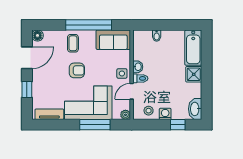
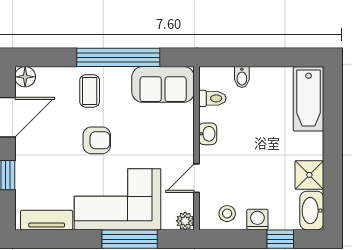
side table: (122, 73) -> (179, 146), removed
shower: (194, 74) -> (309, 175), moved
toilet: (140, 78) -> (212, 98), moved

